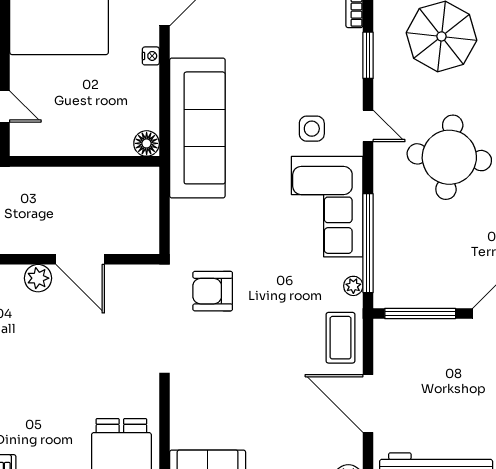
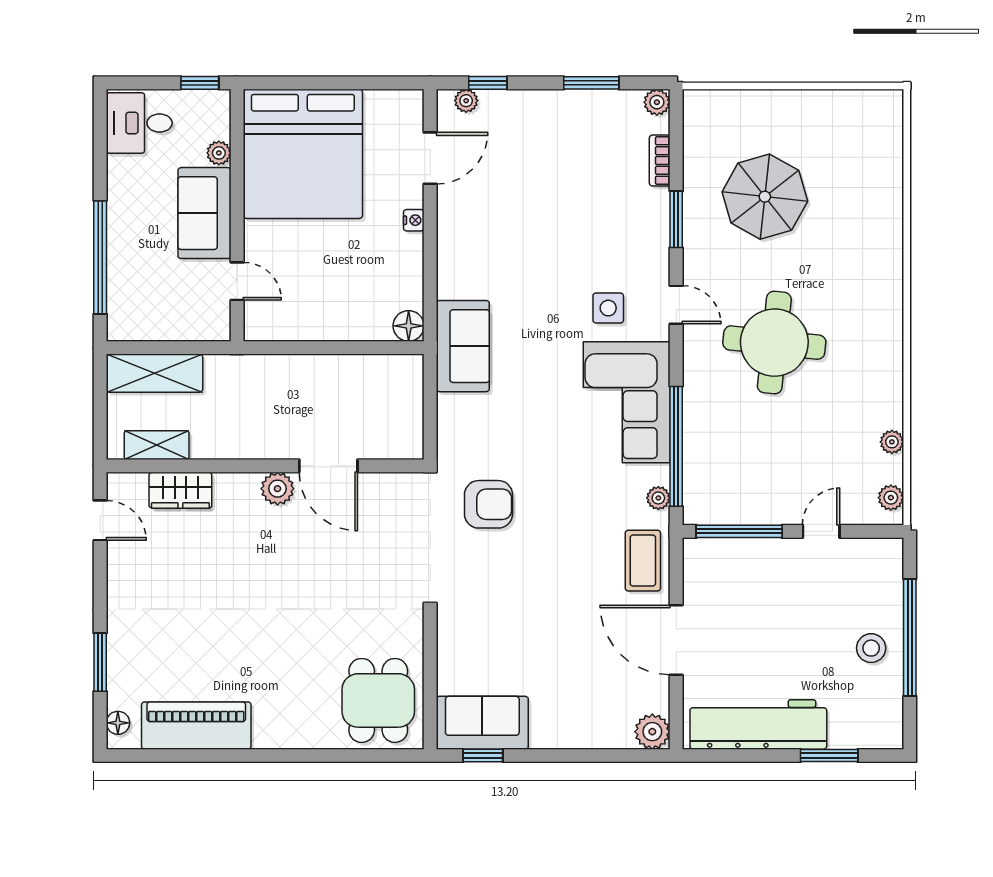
sofa: (197, 128) -> (463, 346), width x0.54, depth x0.79
armchair: (213, 291) -> (488, 504), turned 180

